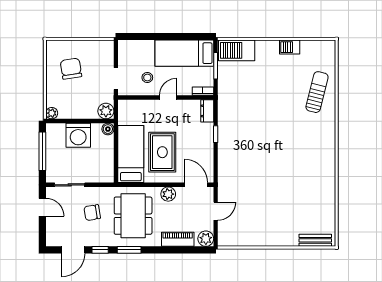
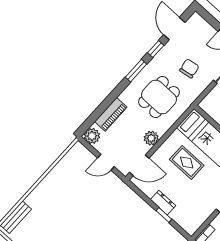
dresser: (207, 111) -> (163, 203), moved
rug: (162, 152) -> (187, 162), width x0.73, depth x0.70
door: (216, 211) -> (106, 162), hinge flipped
dining table: (133, 216) -> (159, 97), width x0.73

